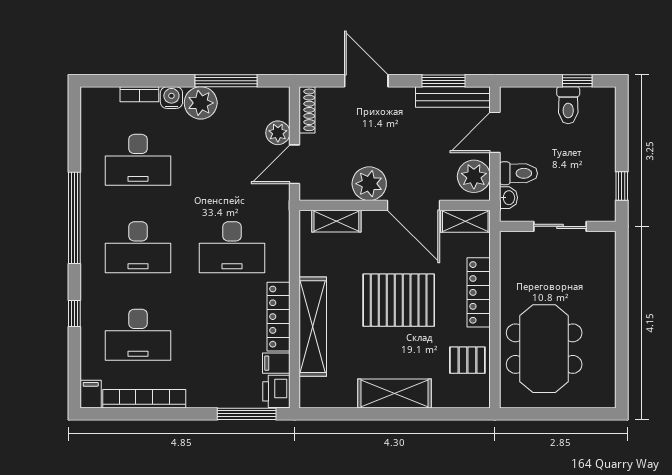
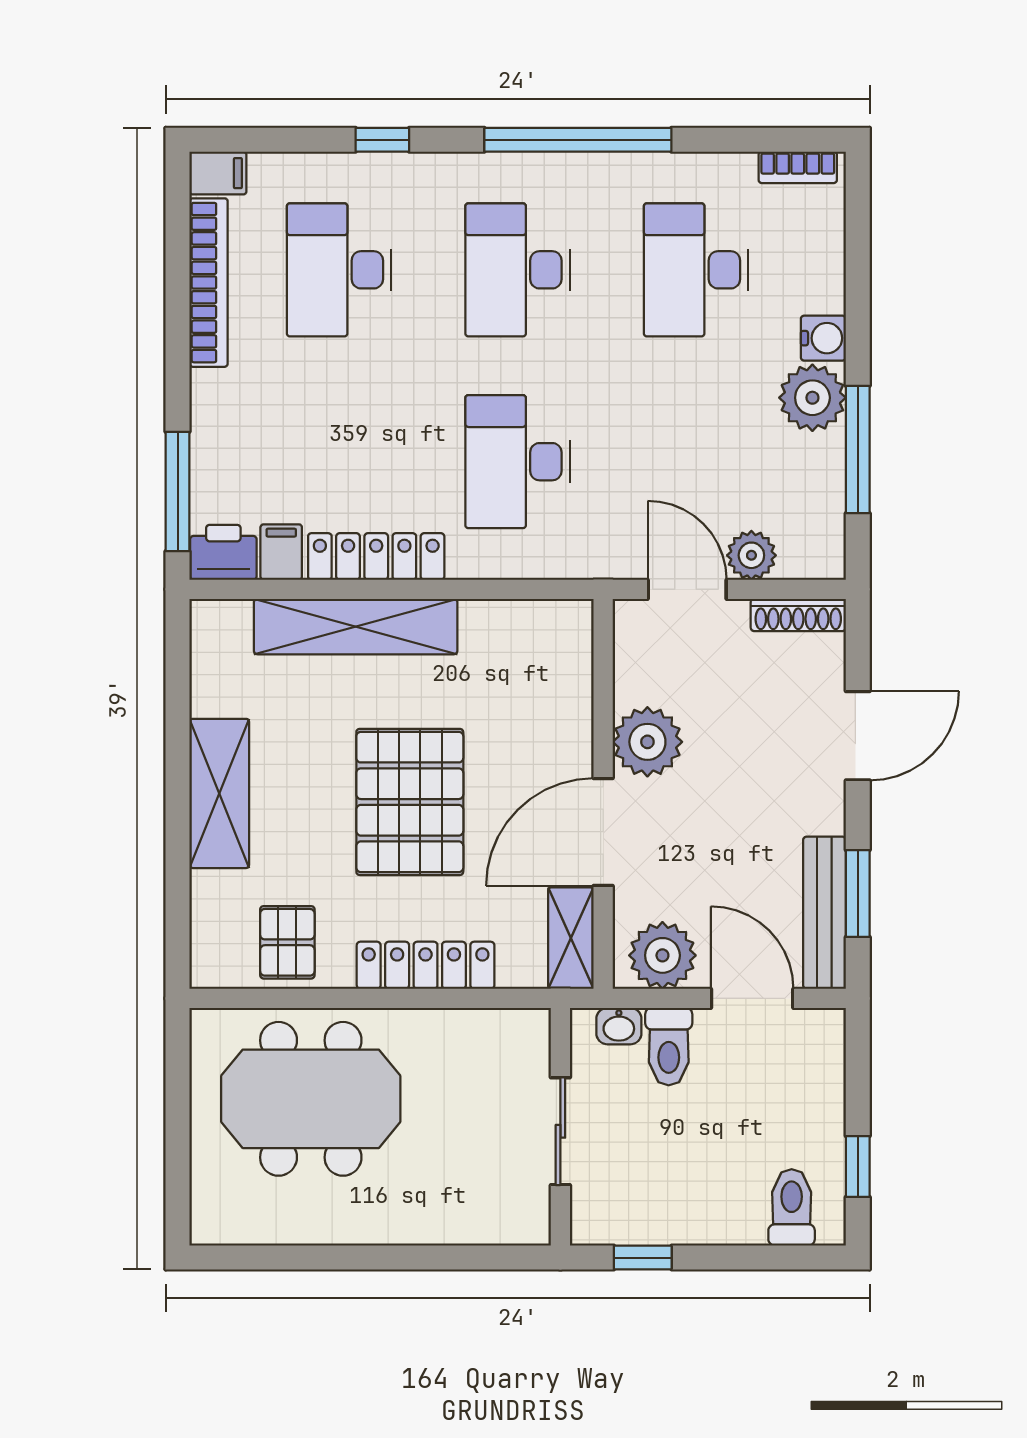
bookcase: (139, 94) -> (798, 167), moved, turned -90
toilet: (568, 105) -> (792, 1207), moved, turned 90
shelving: (336, 221) -> (571, 675), removed

